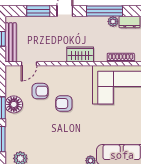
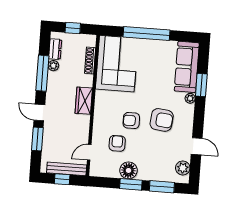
door: (29, 64) -> (89, 152), swing flipped
armchair: (64, 103) -> (131, 121), turned 90
armchair: (67, 134) -> (162, 120), added

